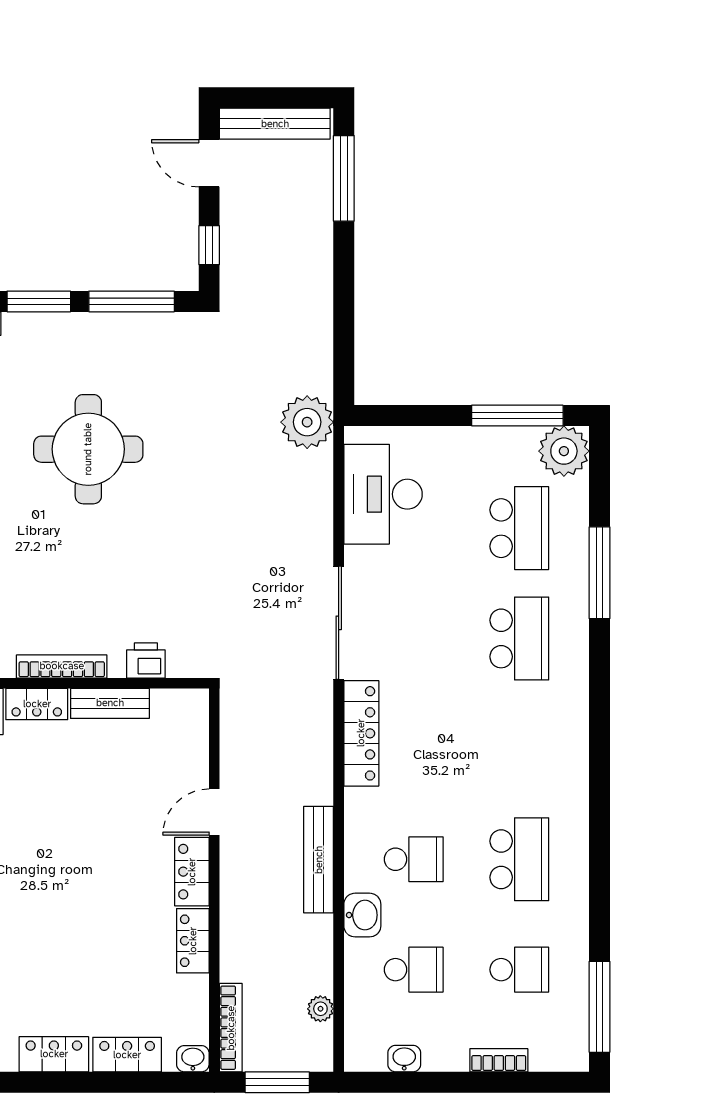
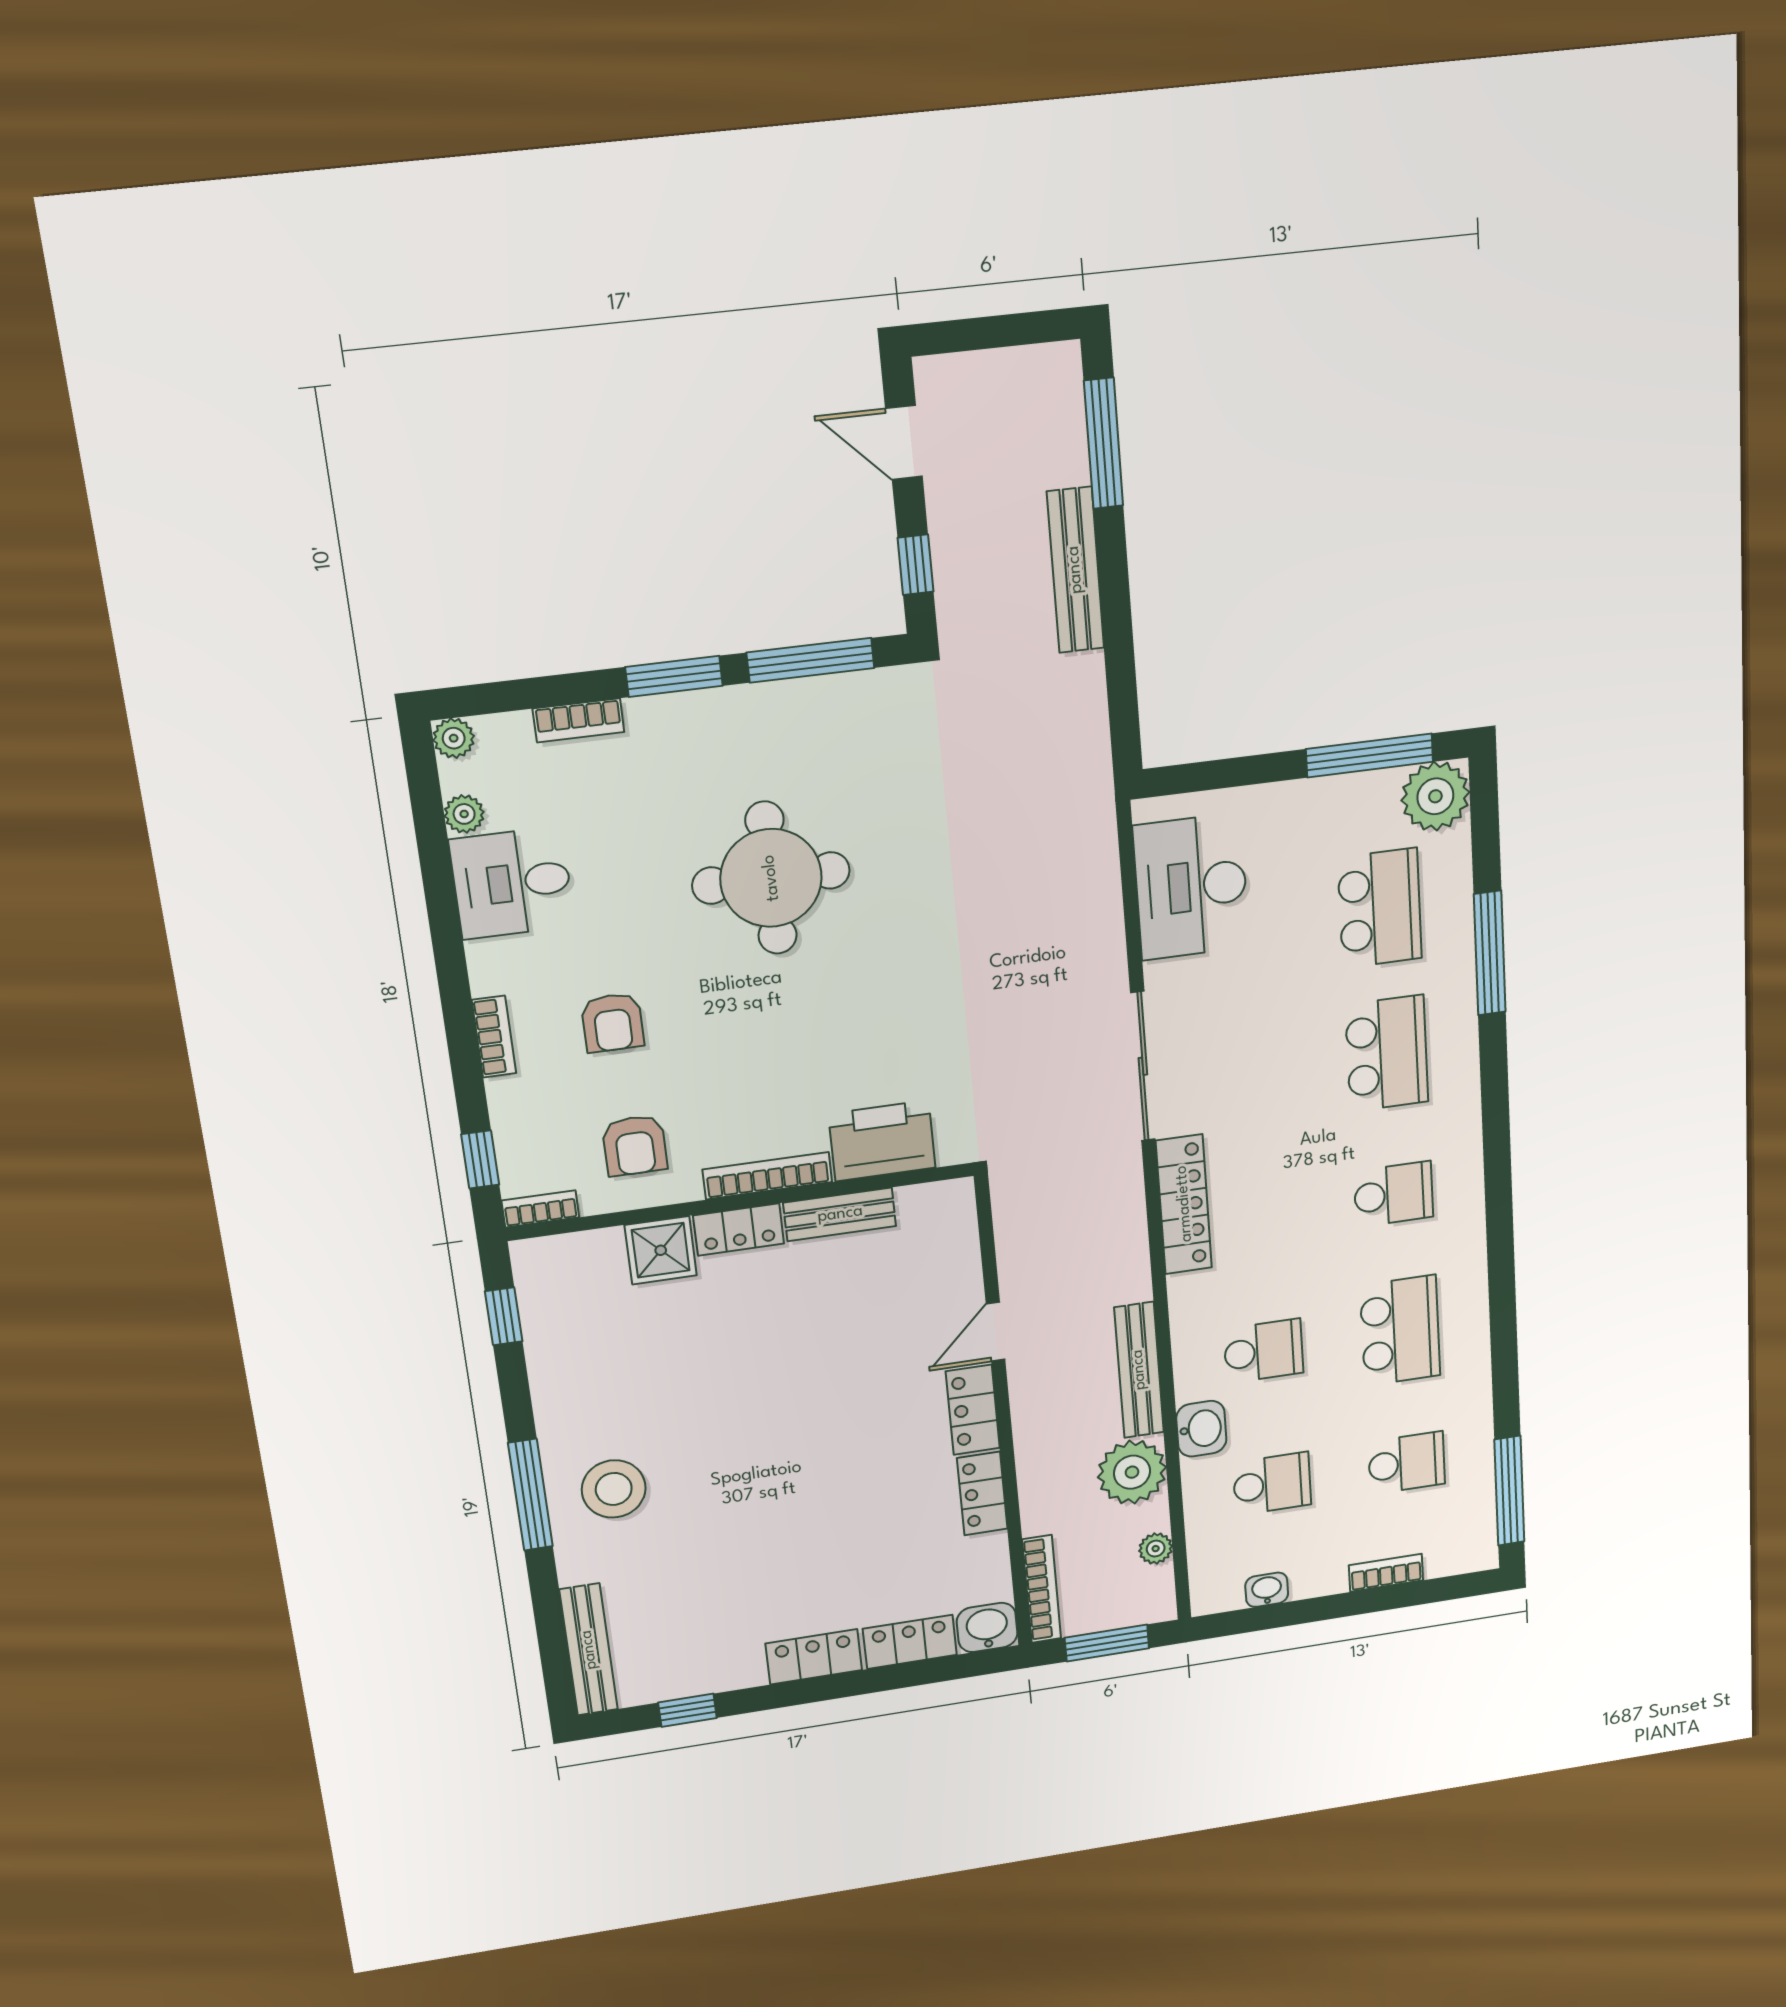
bench: (275, 124) -> (1075, 570), moved, turned 90
plant: (307, 422) -> (1132, 1472), moved
printer: (146, 660) -> (882, 1141), width x1.87, depth x1.48
school desk: (519, 749) -> (1394, 1194), added
washbasin: (193, 1059) -> (987, 1627), width x1.38, depth x1.45

